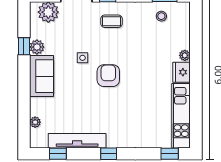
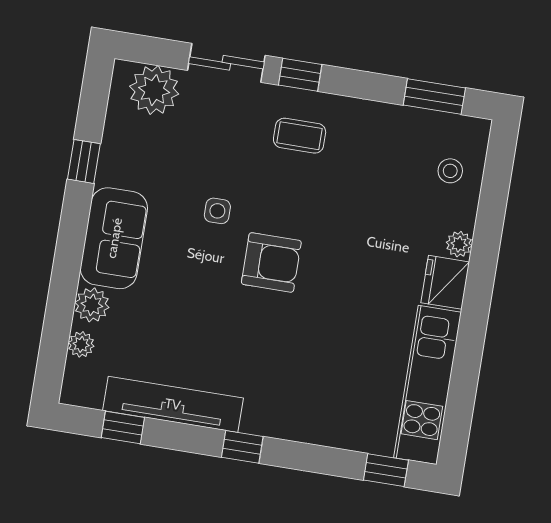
stool: (161, 16) -> (450, 171), moved
plant: (37, 47) -> (92, 305), moved
armchair: (108, 76) -> (271, 262), turned 90

